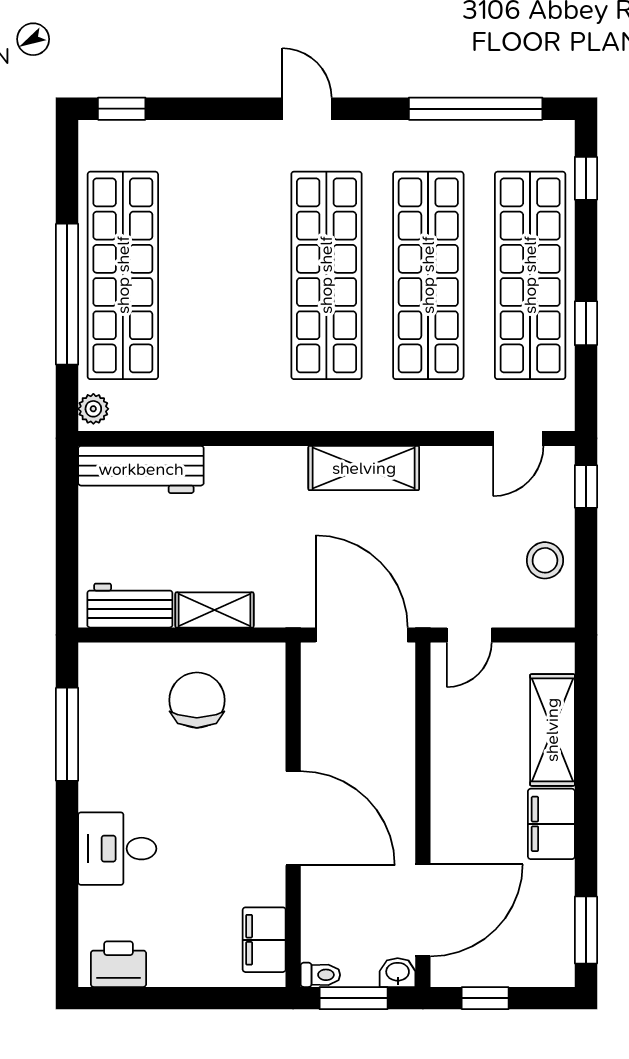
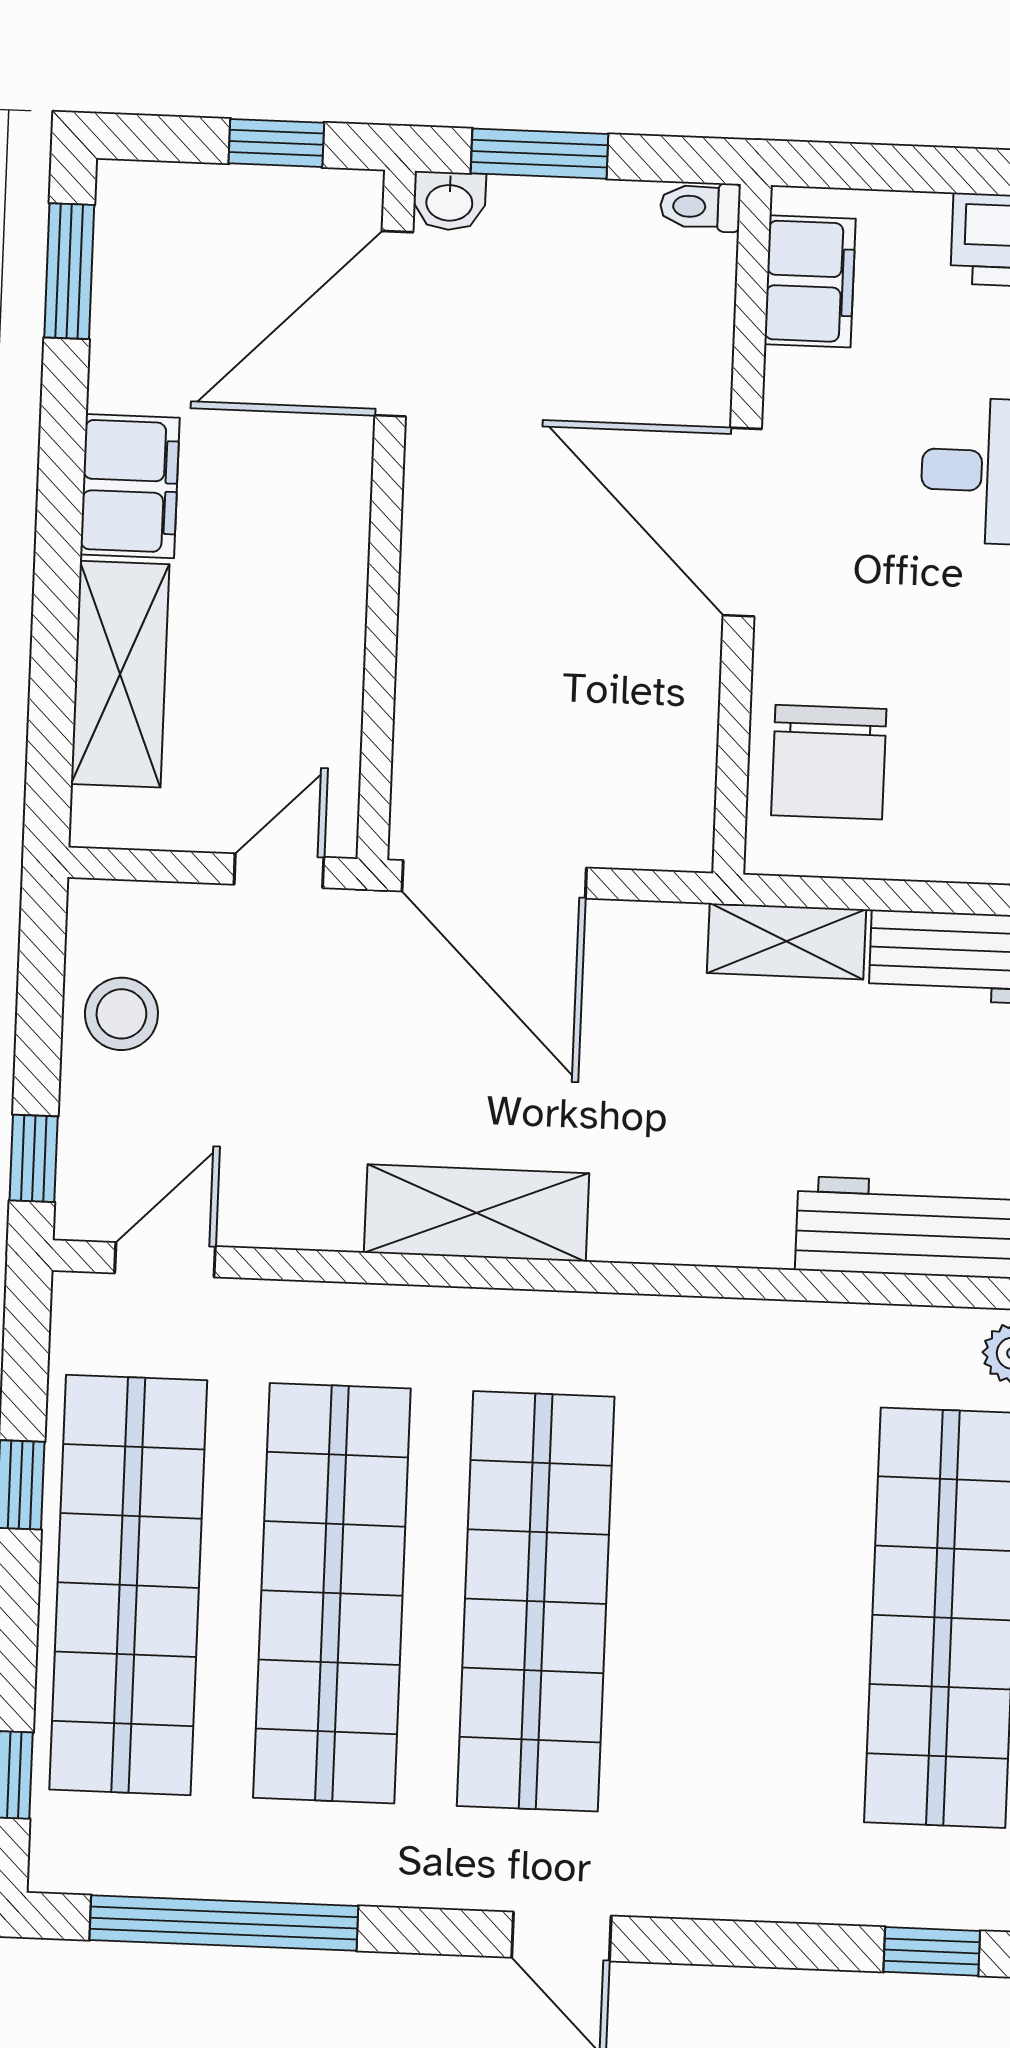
wall: (293, 815) -> (742, 529), moved
door: (293, 818) -> (742, 522), moved
filing cabinet: (264, 940) -> (810, 281), moved
toilet: (320, 975) -> (700, 207), moved

